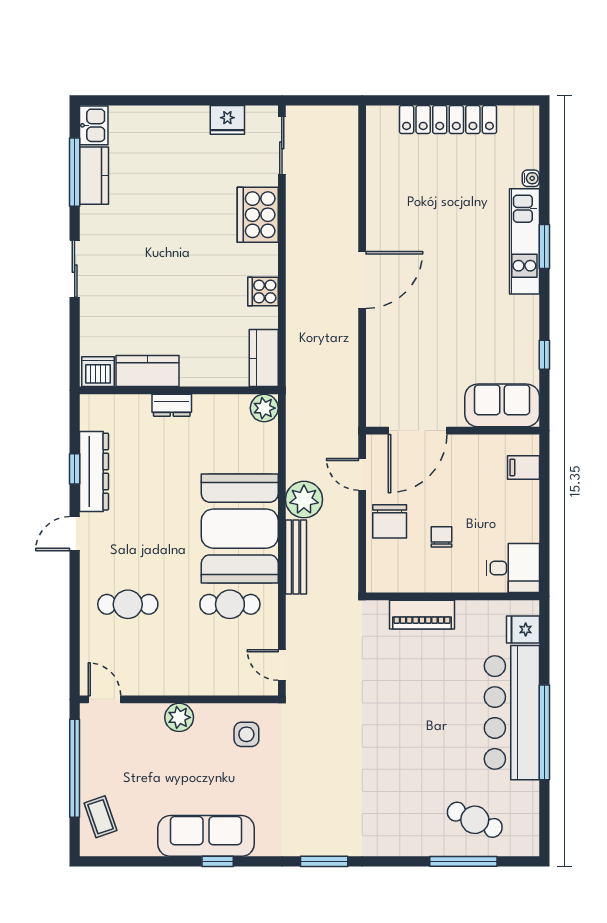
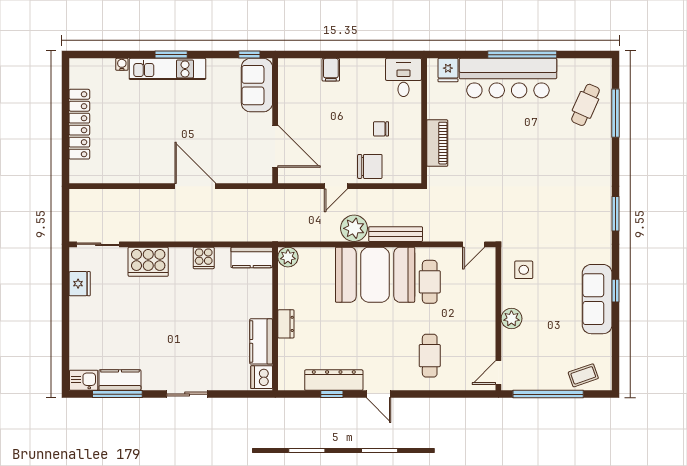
sofa: (502, 405) -> (257, 85), moved
door: (418, 431) -> (275, 146), moved
wall: (453, 431) -> (275, 121), moved

